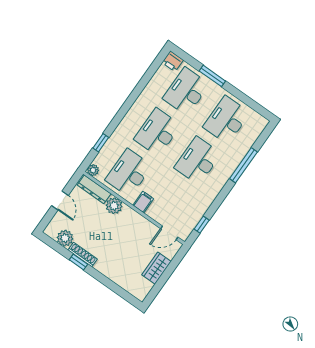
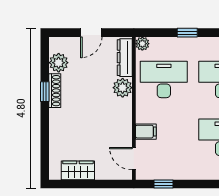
window: (101, 143) -> (187, 33), moved
filing cabinet: (143, 202) -> (146, 132), moved
wardrobe: (157, 268) -> (78, 170), moved

